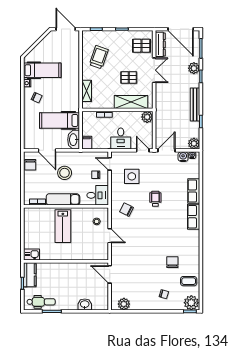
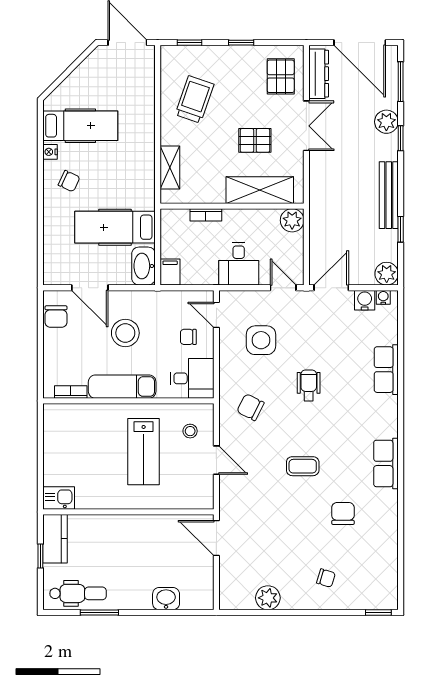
pallet: (141, 46) -> (281, 76), turned 90
row of seats: (194, 217) -> (386, 463), moved
lab bench: (63, 226) -> (144, 452), moved
coffee table: (189, 281) -> (303, 466), moved
plant: (191, 303) -> (381, 595), removed
plant: (124, 304) -> (268, 598), moved

